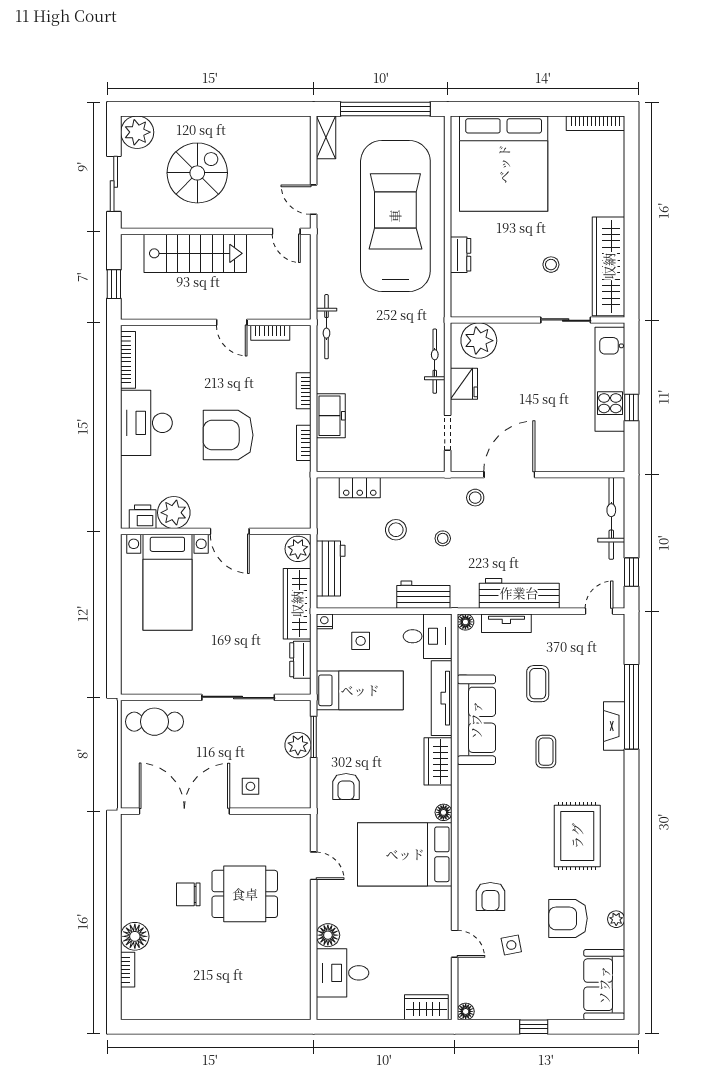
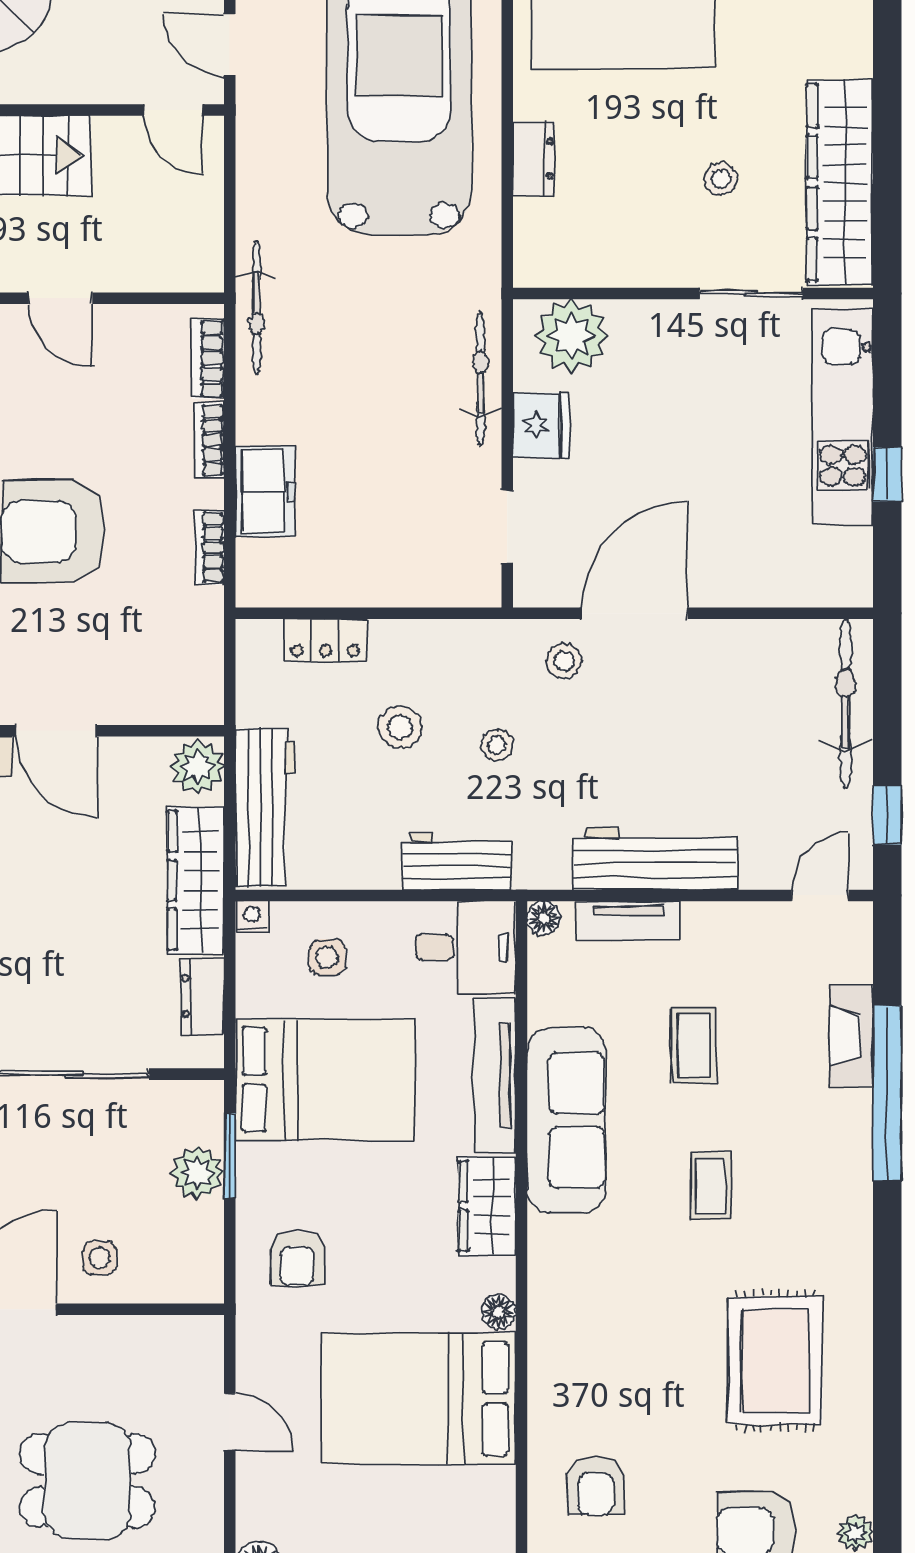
bookcase: (270, 333) -> (208, 359), moved, turned 90
workbench: (331, 568) -> (265, 807), width x1.38
bed: (360, 690) -> (325, 1080), width x1.50
fireplace: (614, 726) -> (852, 1036), moved

